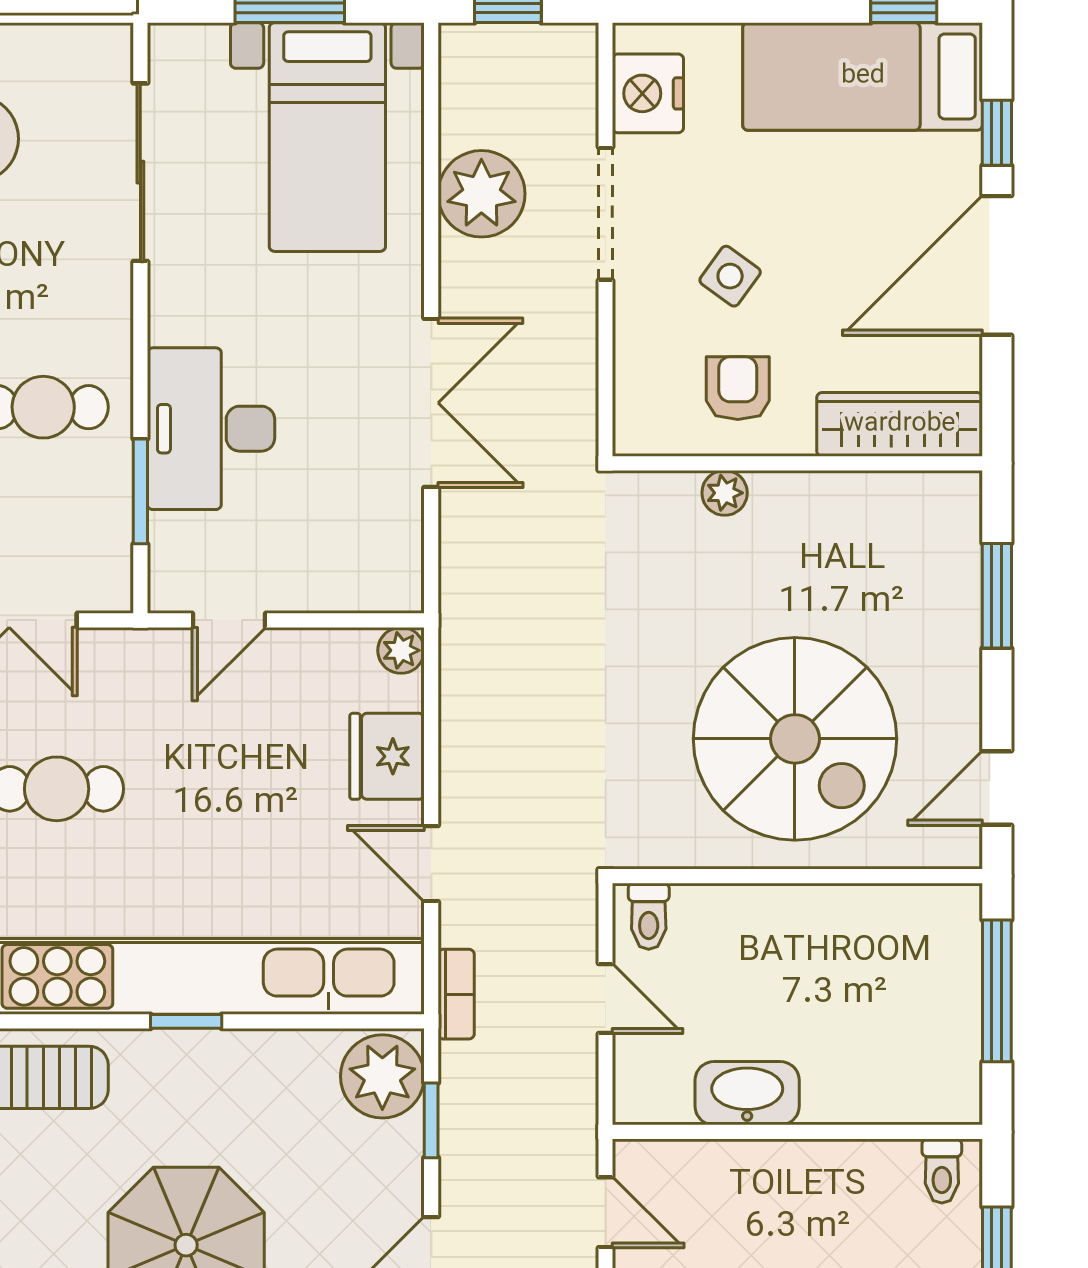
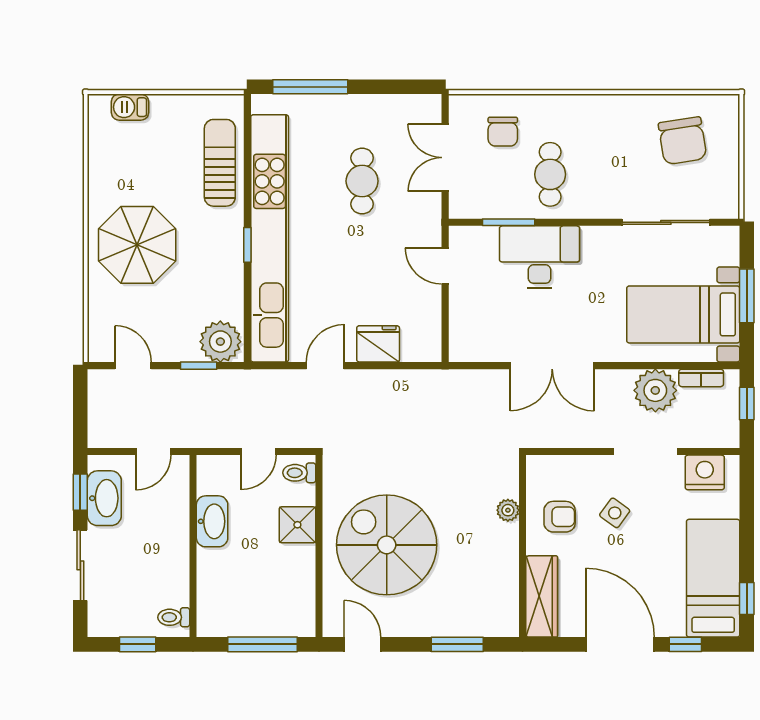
plant: (401, 650) -> (430, 351), removed
spiral stairs: (795, 739) -> (387, 545), turned 90
shower: (754, 920) -> (297, 525), added
bookcase: (456, 994) -> (701, 378), moved

